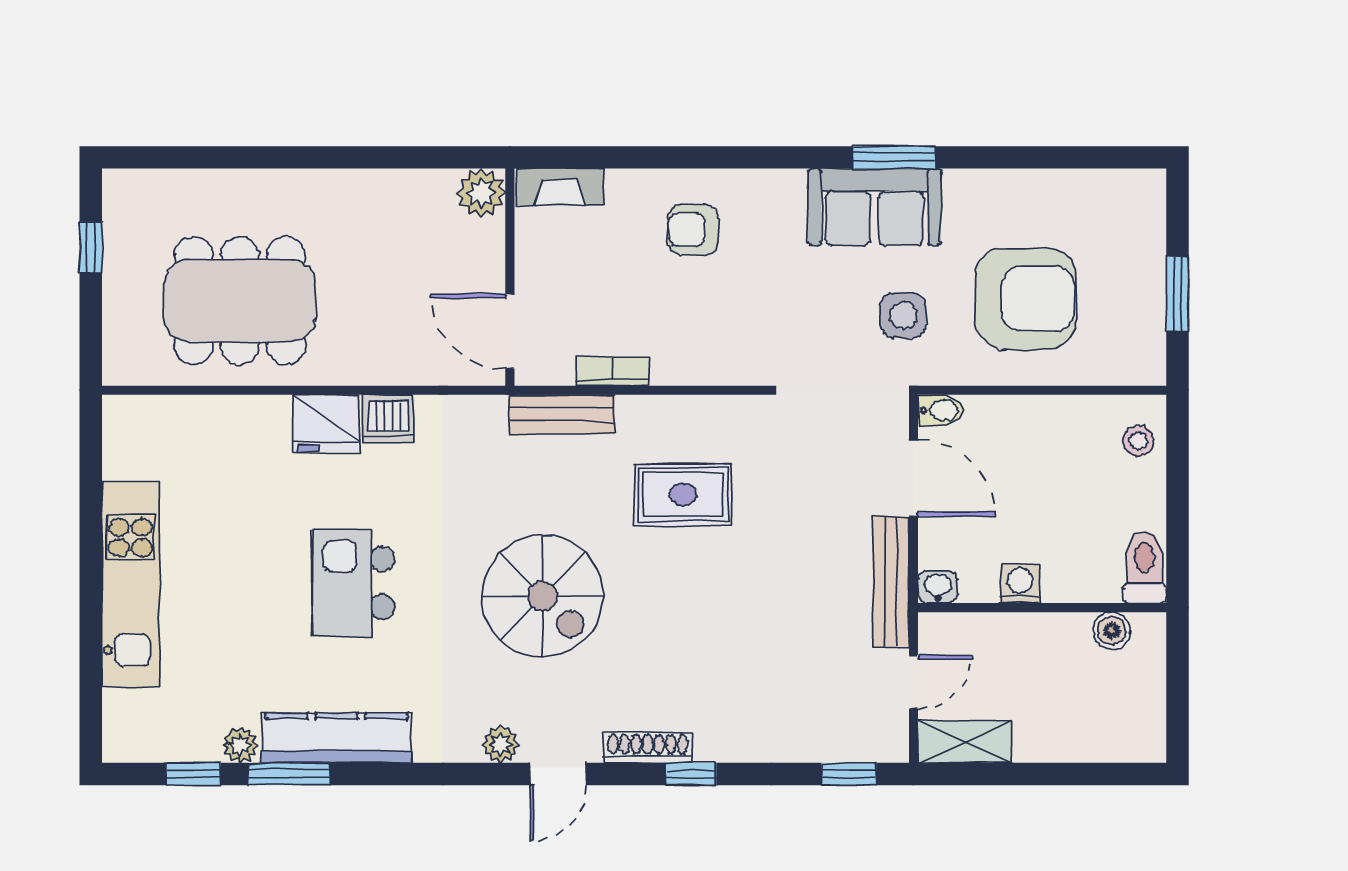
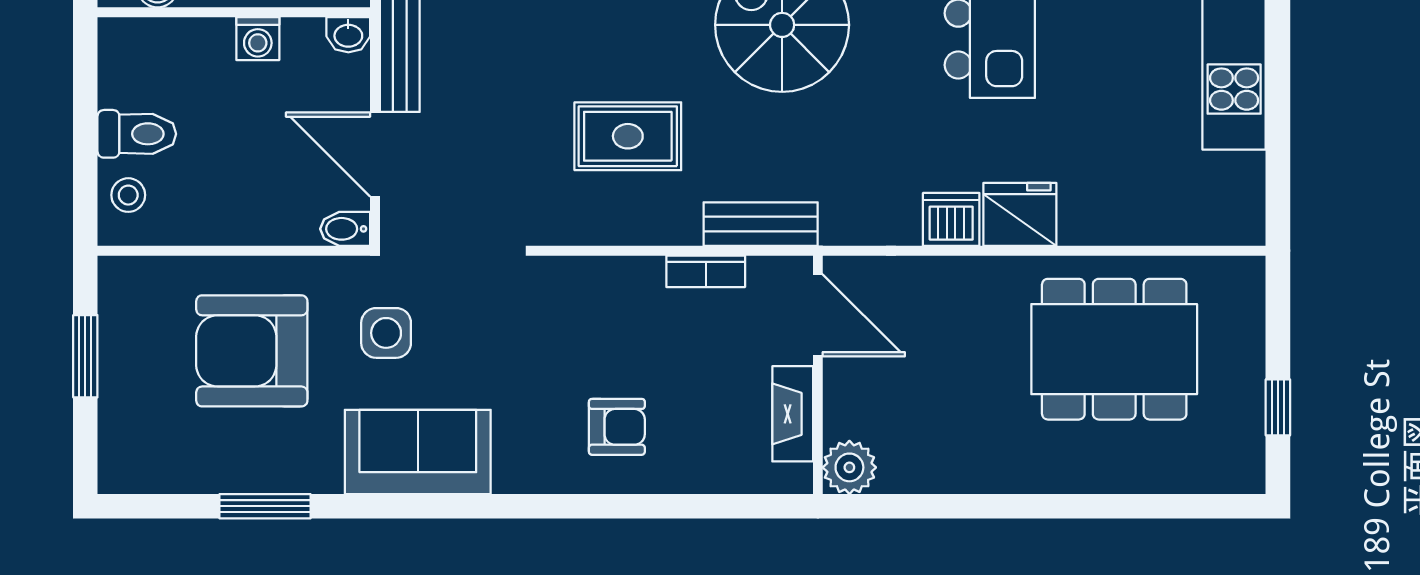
window: (894, 157) -> (265, 506), moved
fireplace: (560, 187) -> (793, 414), moved, turned -90
toilet: (1145, 567) -> (137, 134), moved, turned -90

